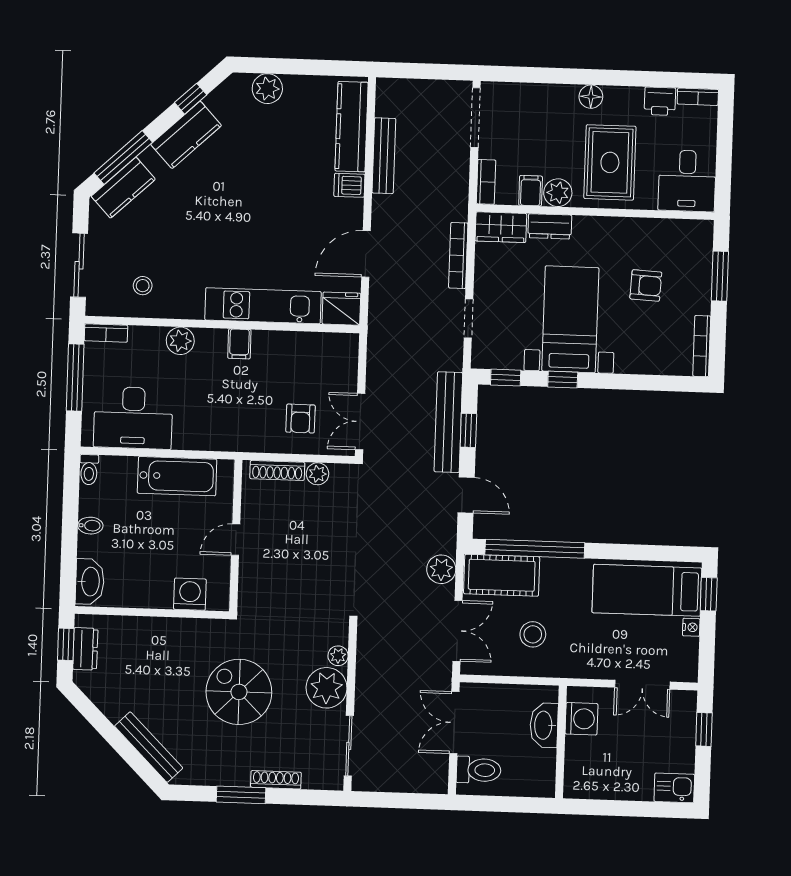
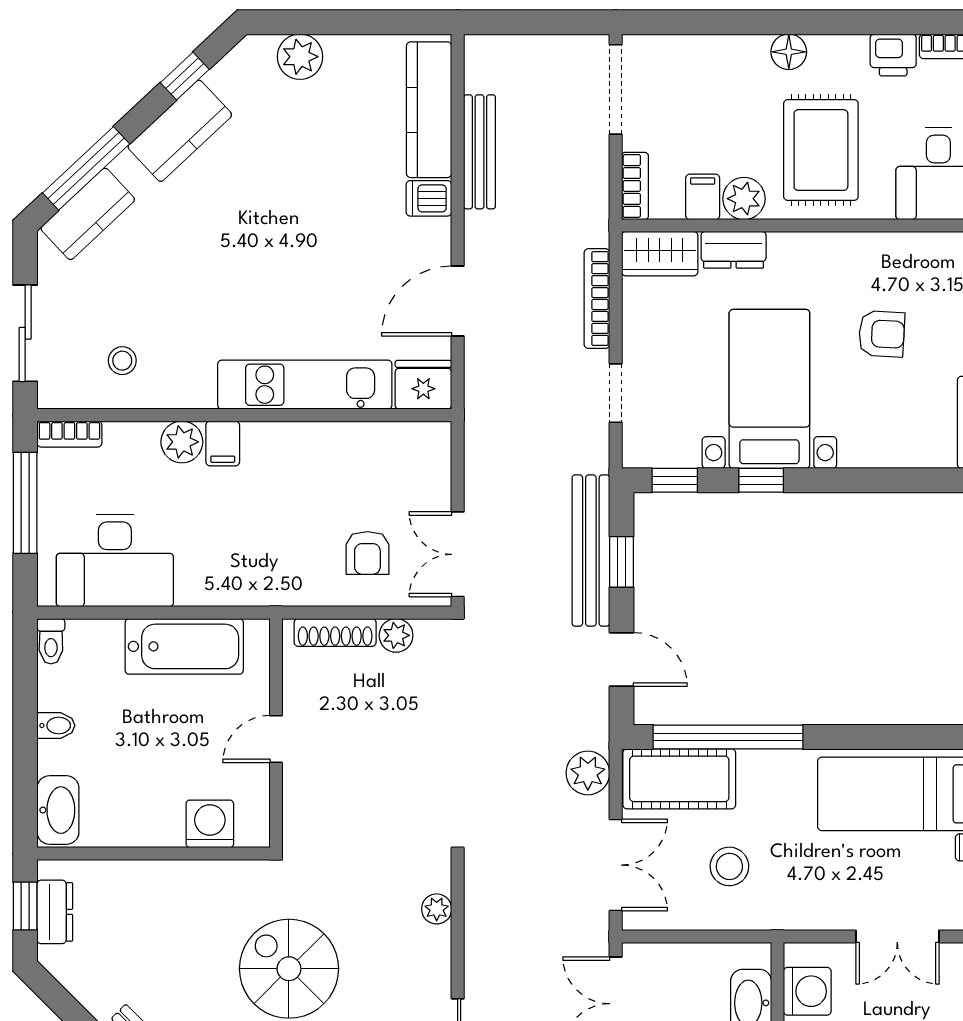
filing cabinet: (239, 344) -> (223, 443), moved
plant: (327, 688) -> (421, 958), removed

